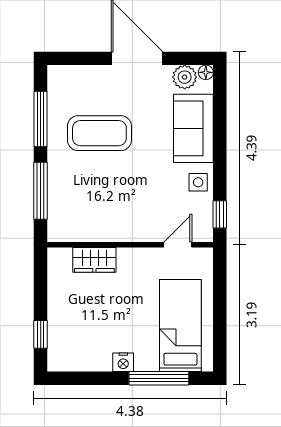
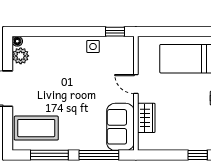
sofa: (193, 128) -> (120, 127), moved, turned 90
coffee table: (99, 133) -> (36, 128), moved, turned 90
door: (178, 245) -> (136, 84), moved

